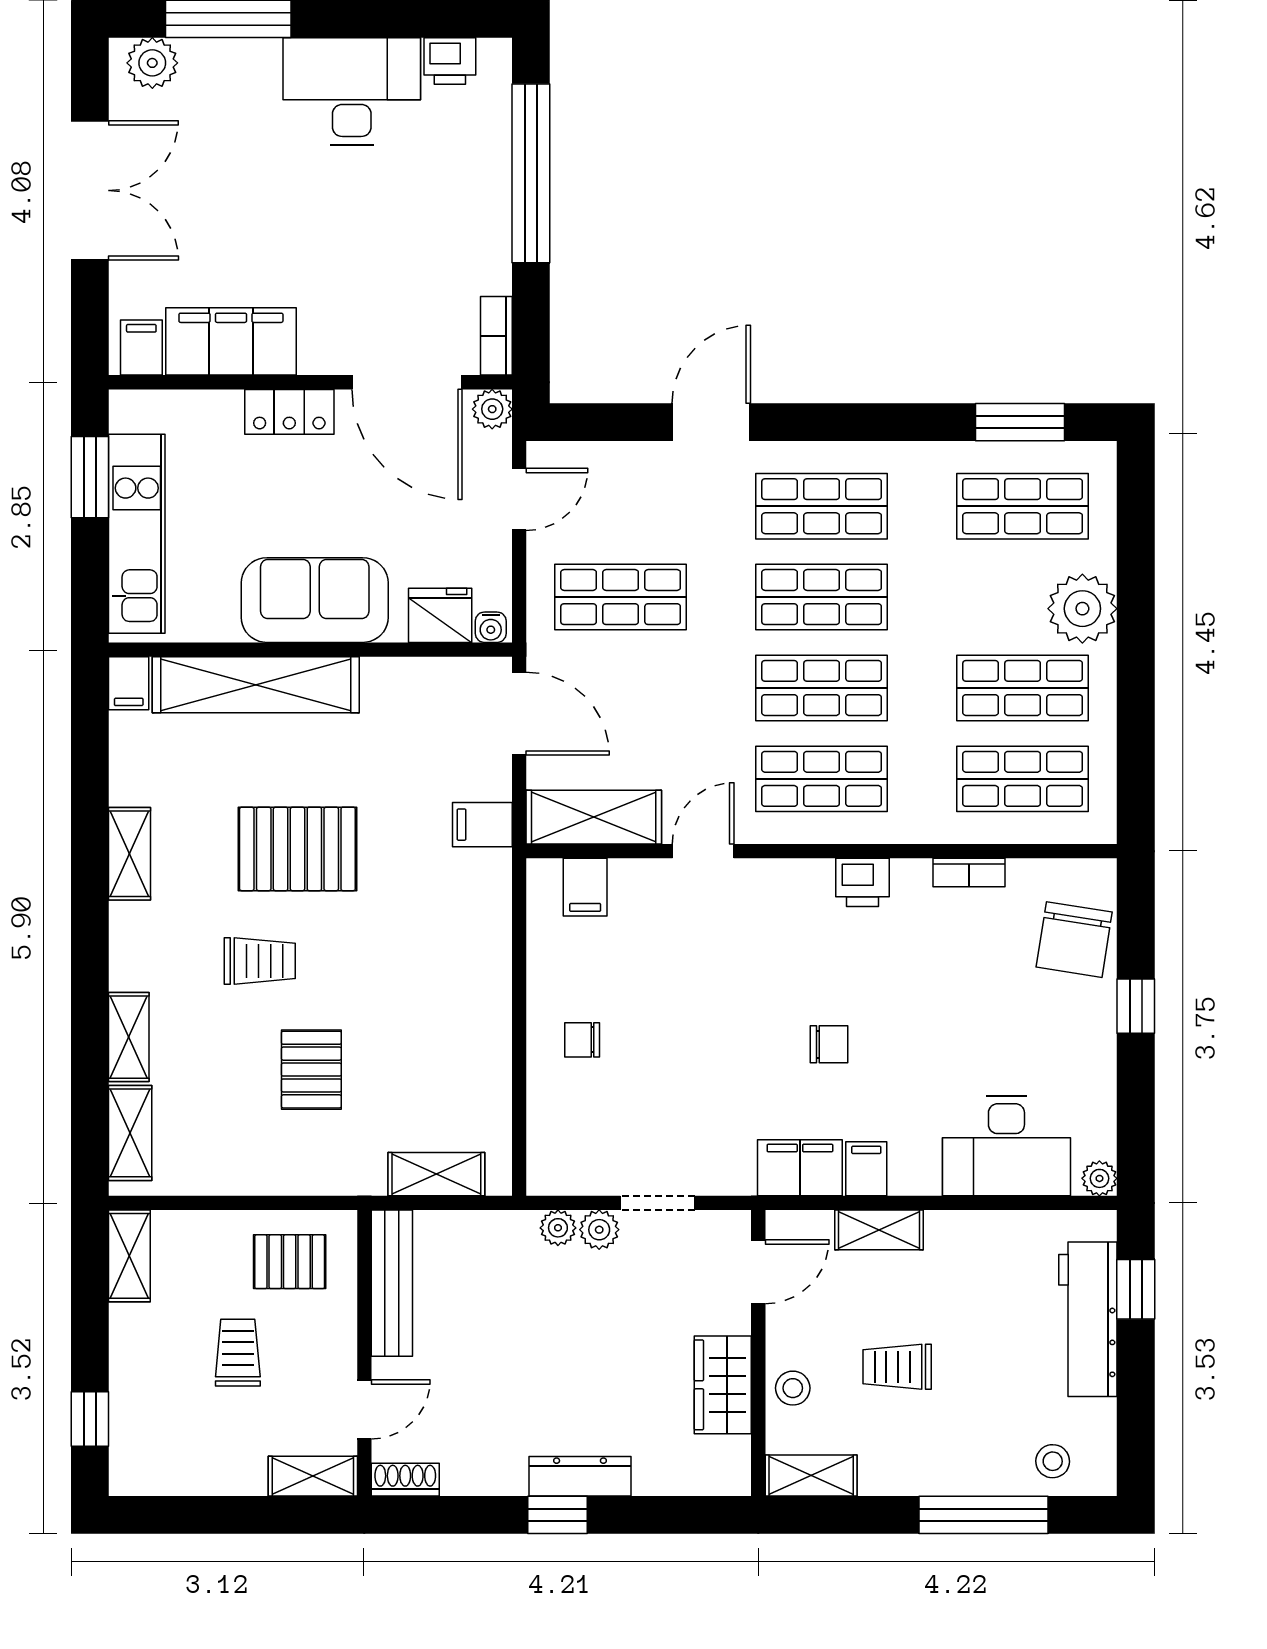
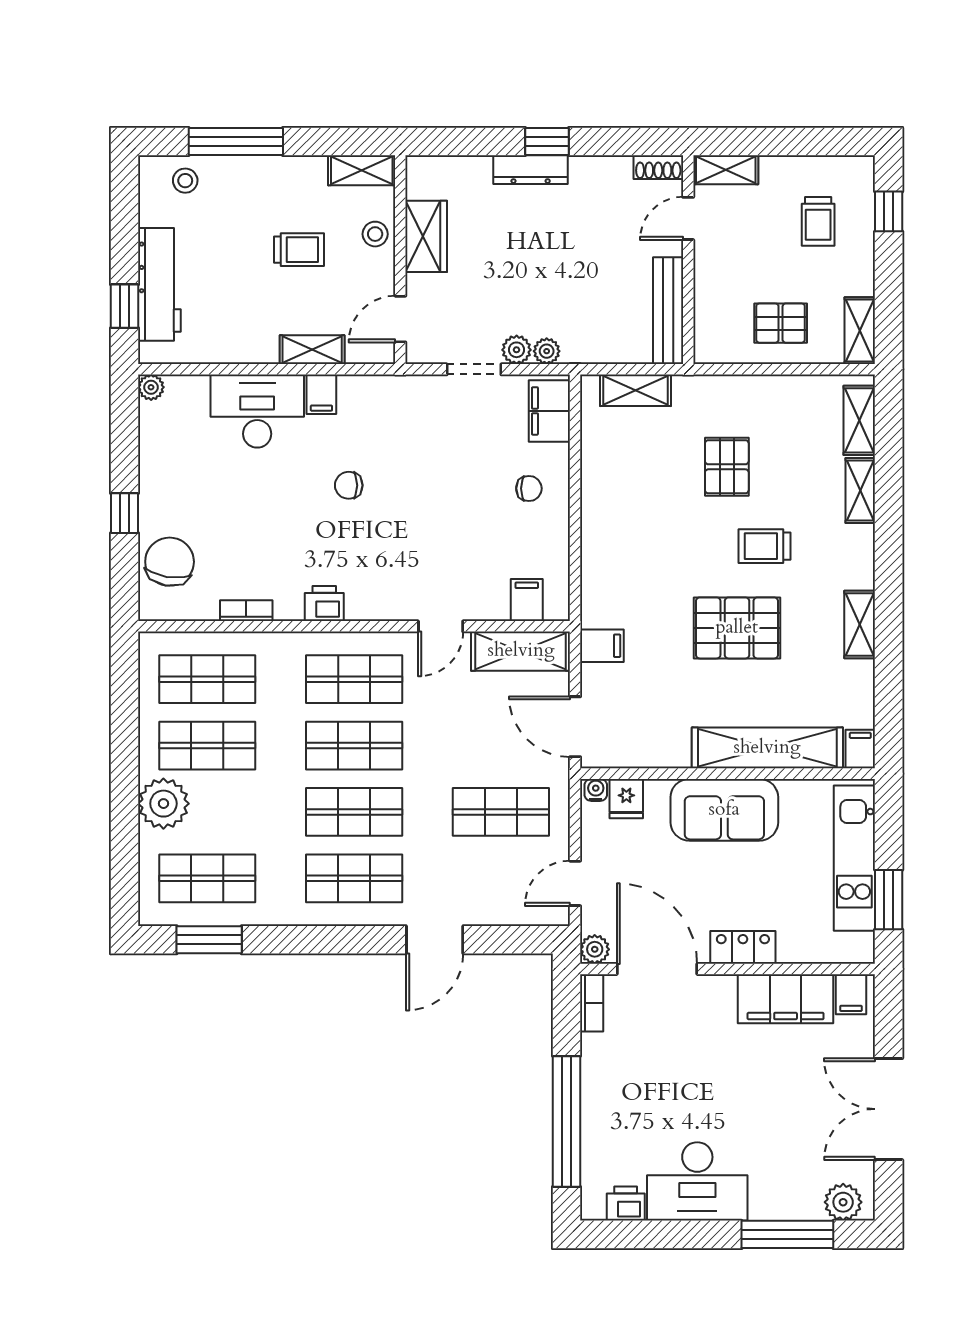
fridge: (440, 615) -> (626, 799), width x0.72
desk: (1006, 1146) -> (257, 411), moved
filing cabinet: (800, 1168) -> (549, 411), moved, turned 90
pallet: (290, 1262) -> (781, 323), moved
trolley: (238, 1353) -> (818, 221), moved

